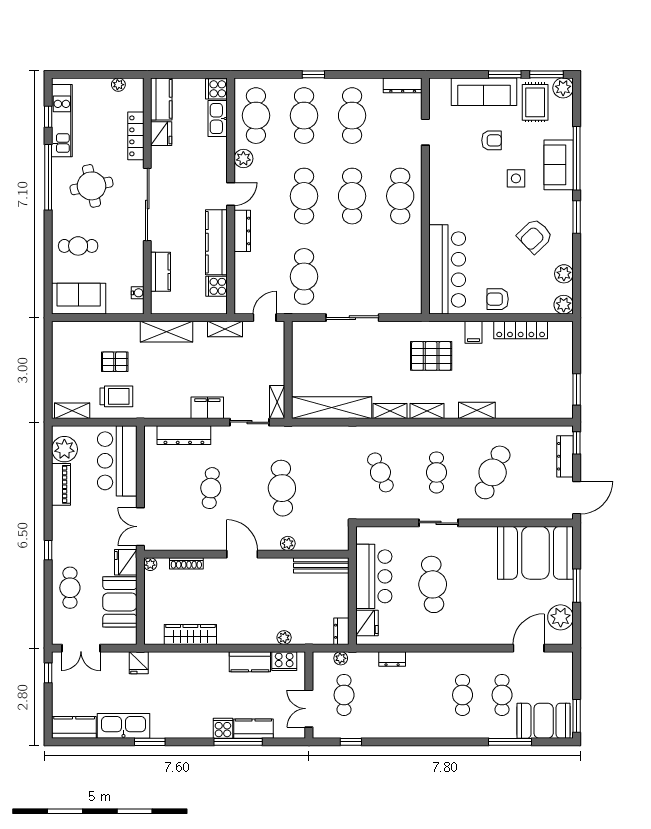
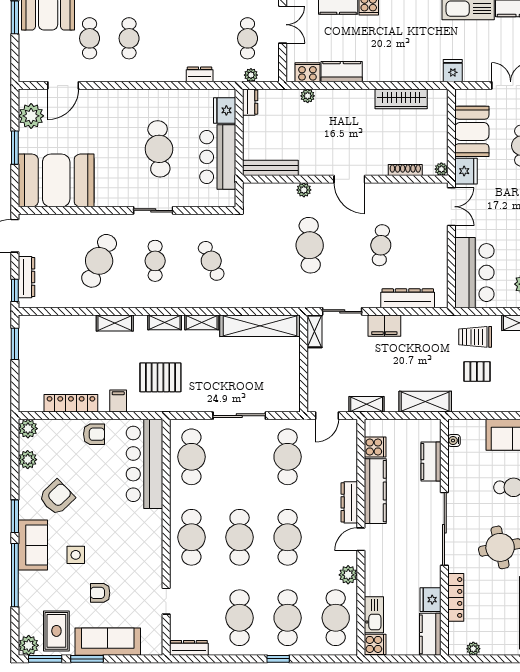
sofa: (559, 165) -> (33, 545), moved
cafe table: (400, 276) -> (191, 457), added

